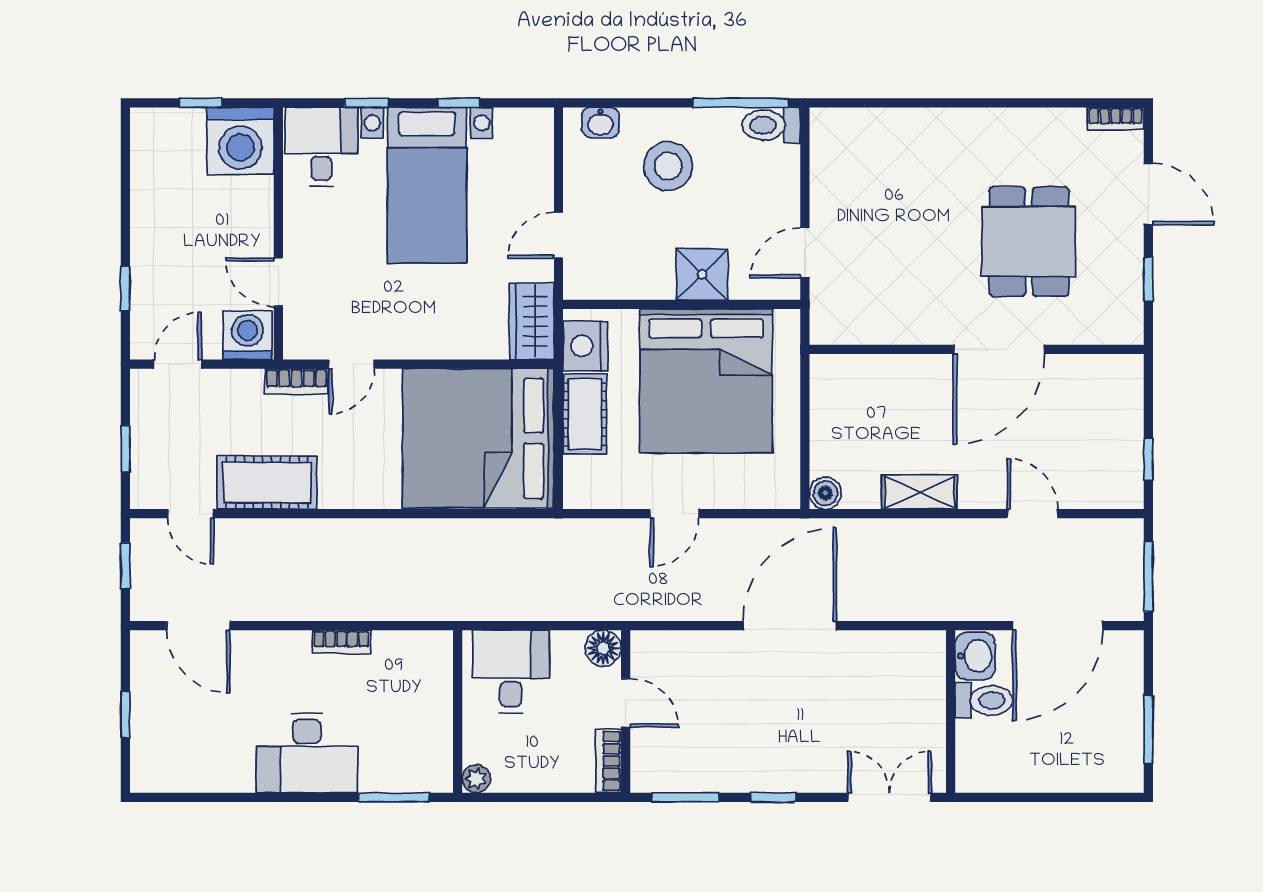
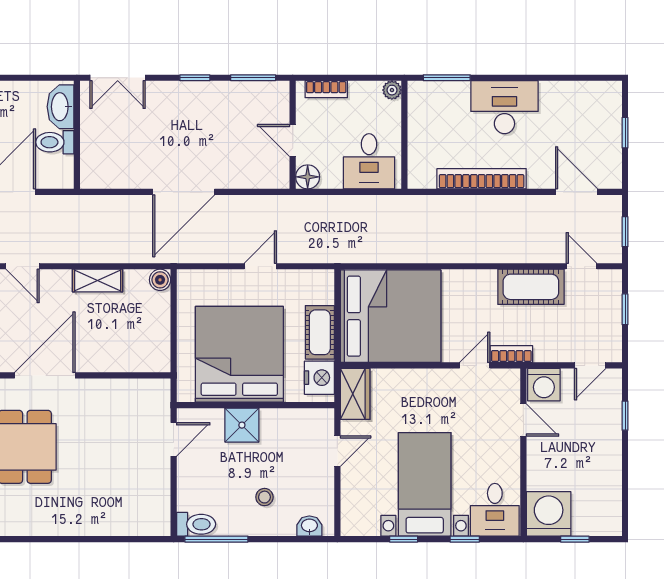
stool: (668, 166) -> (264, 497), width x0.53, depth x0.53
bookcase: (341, 642) -> (482, 179), width x2.31, depth x1.31
washbasin: (975, 656) -> (61, 107), moved, width x1.38
bookcase: (608, 761) -> (326, 89), moved, turned 90

